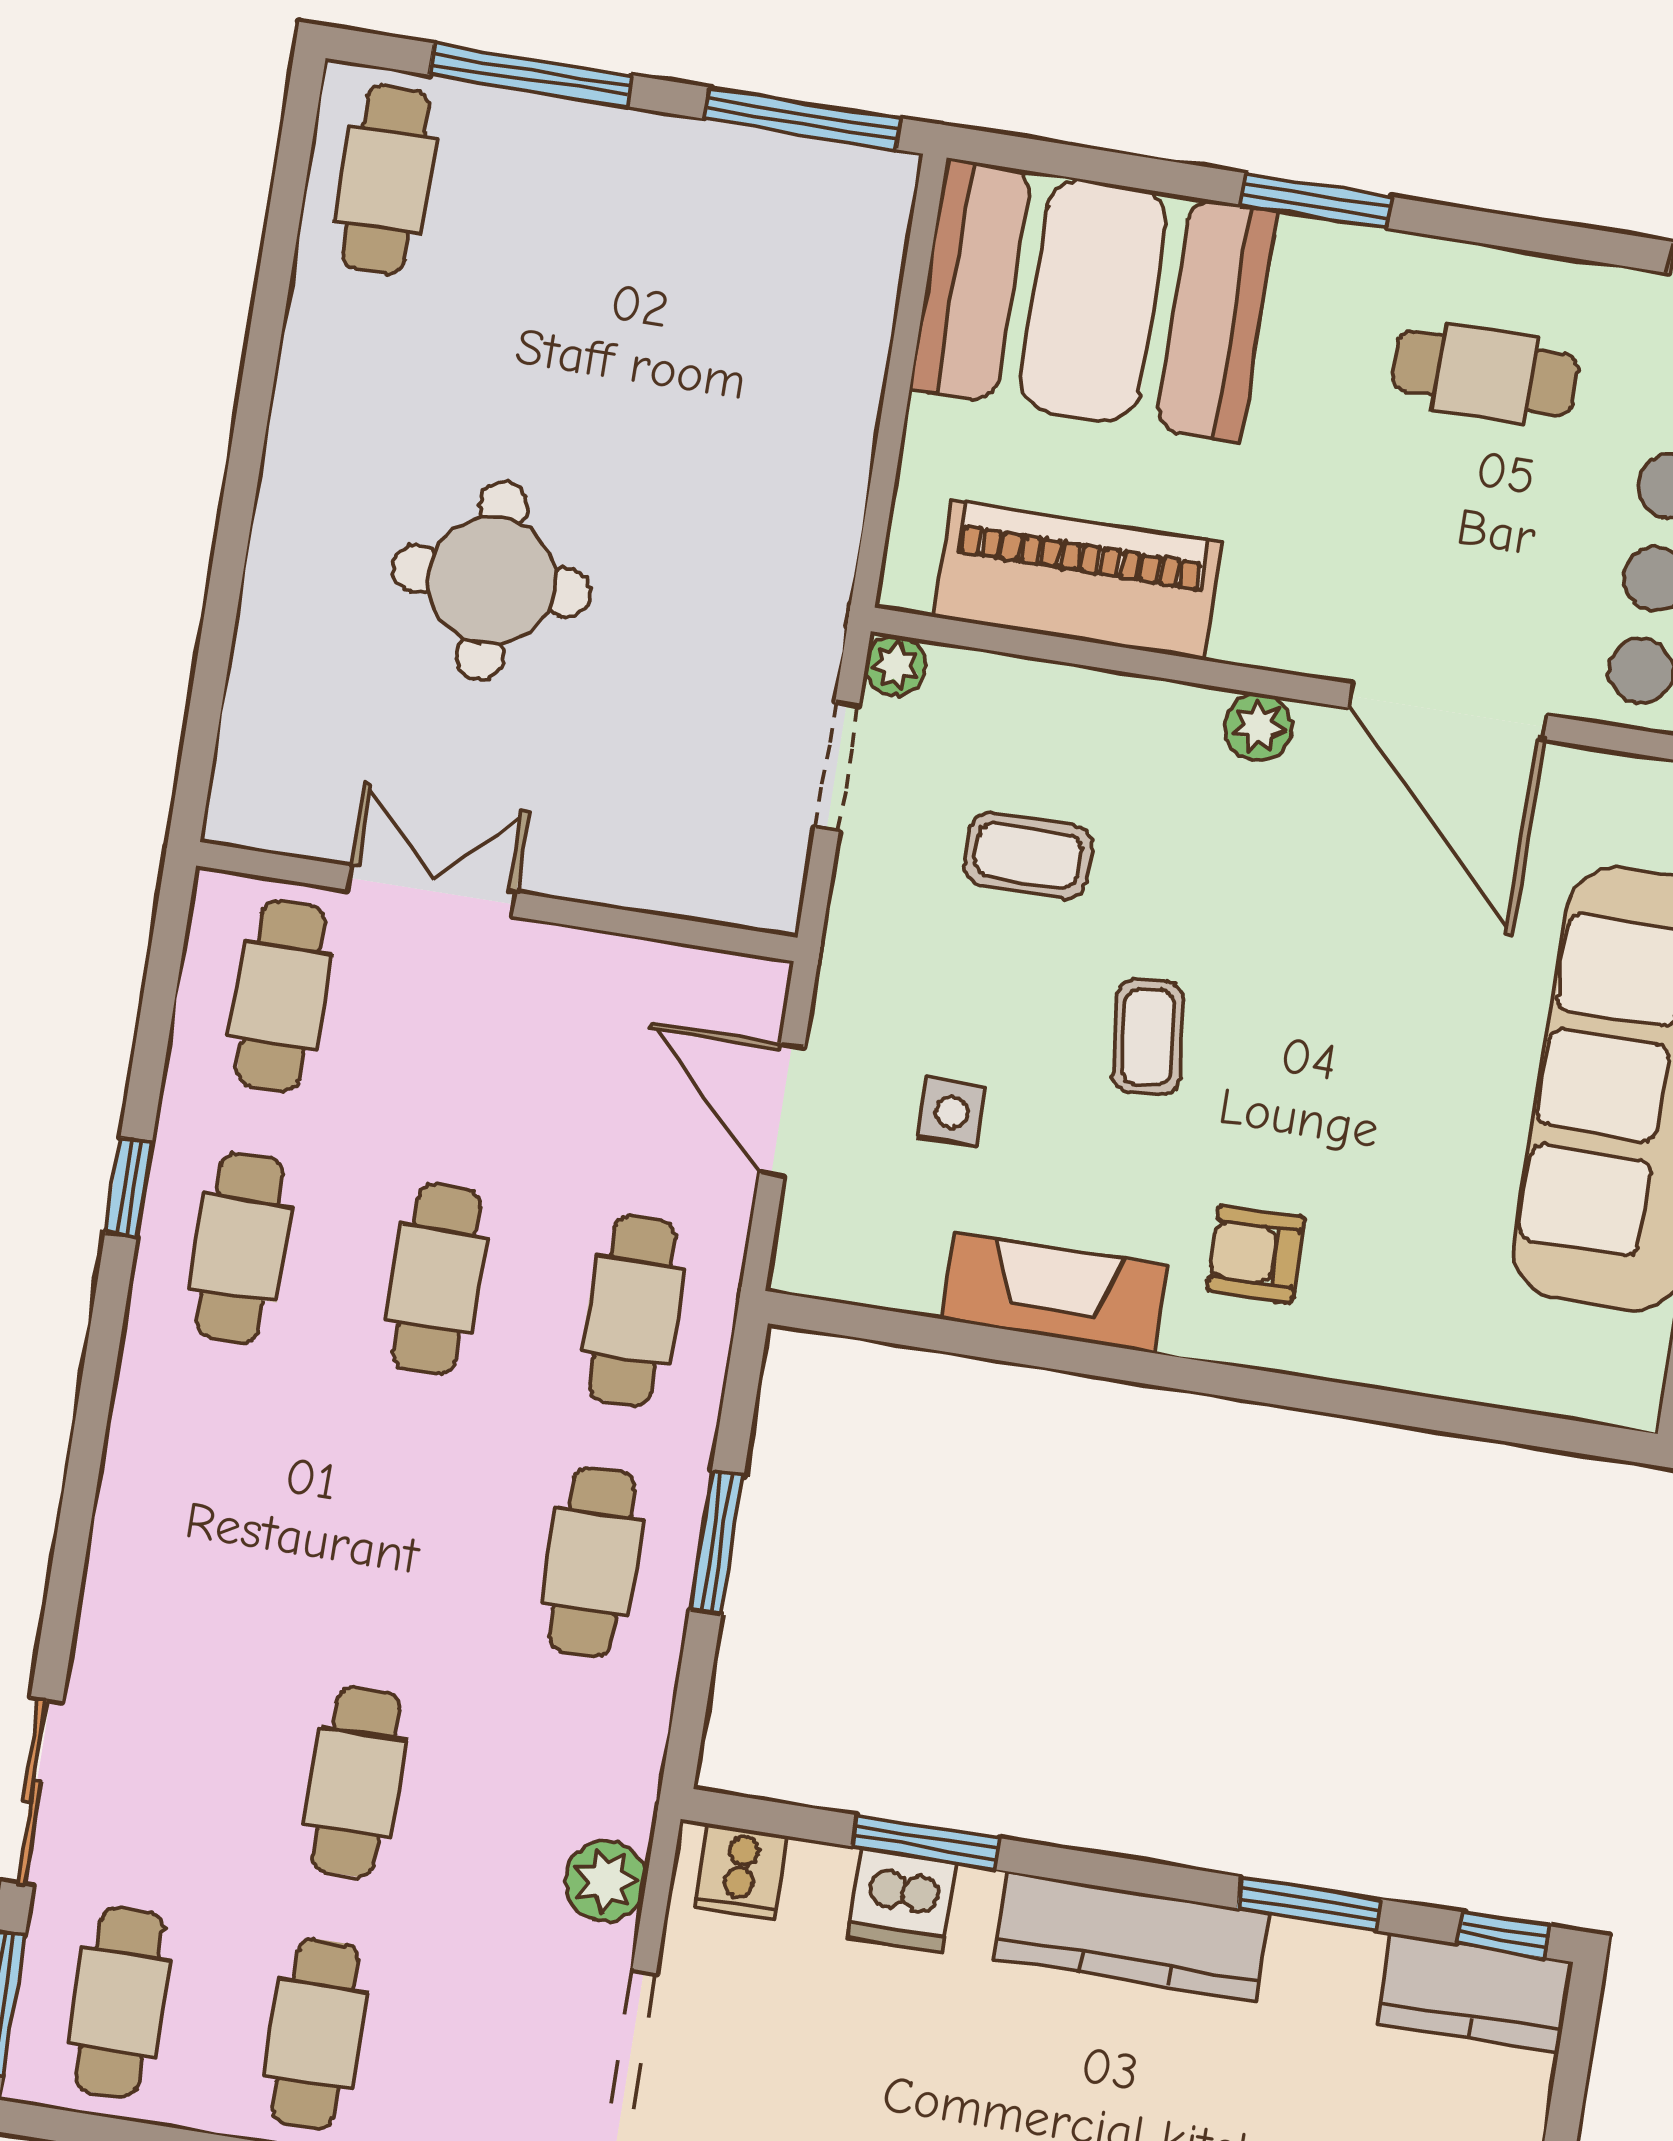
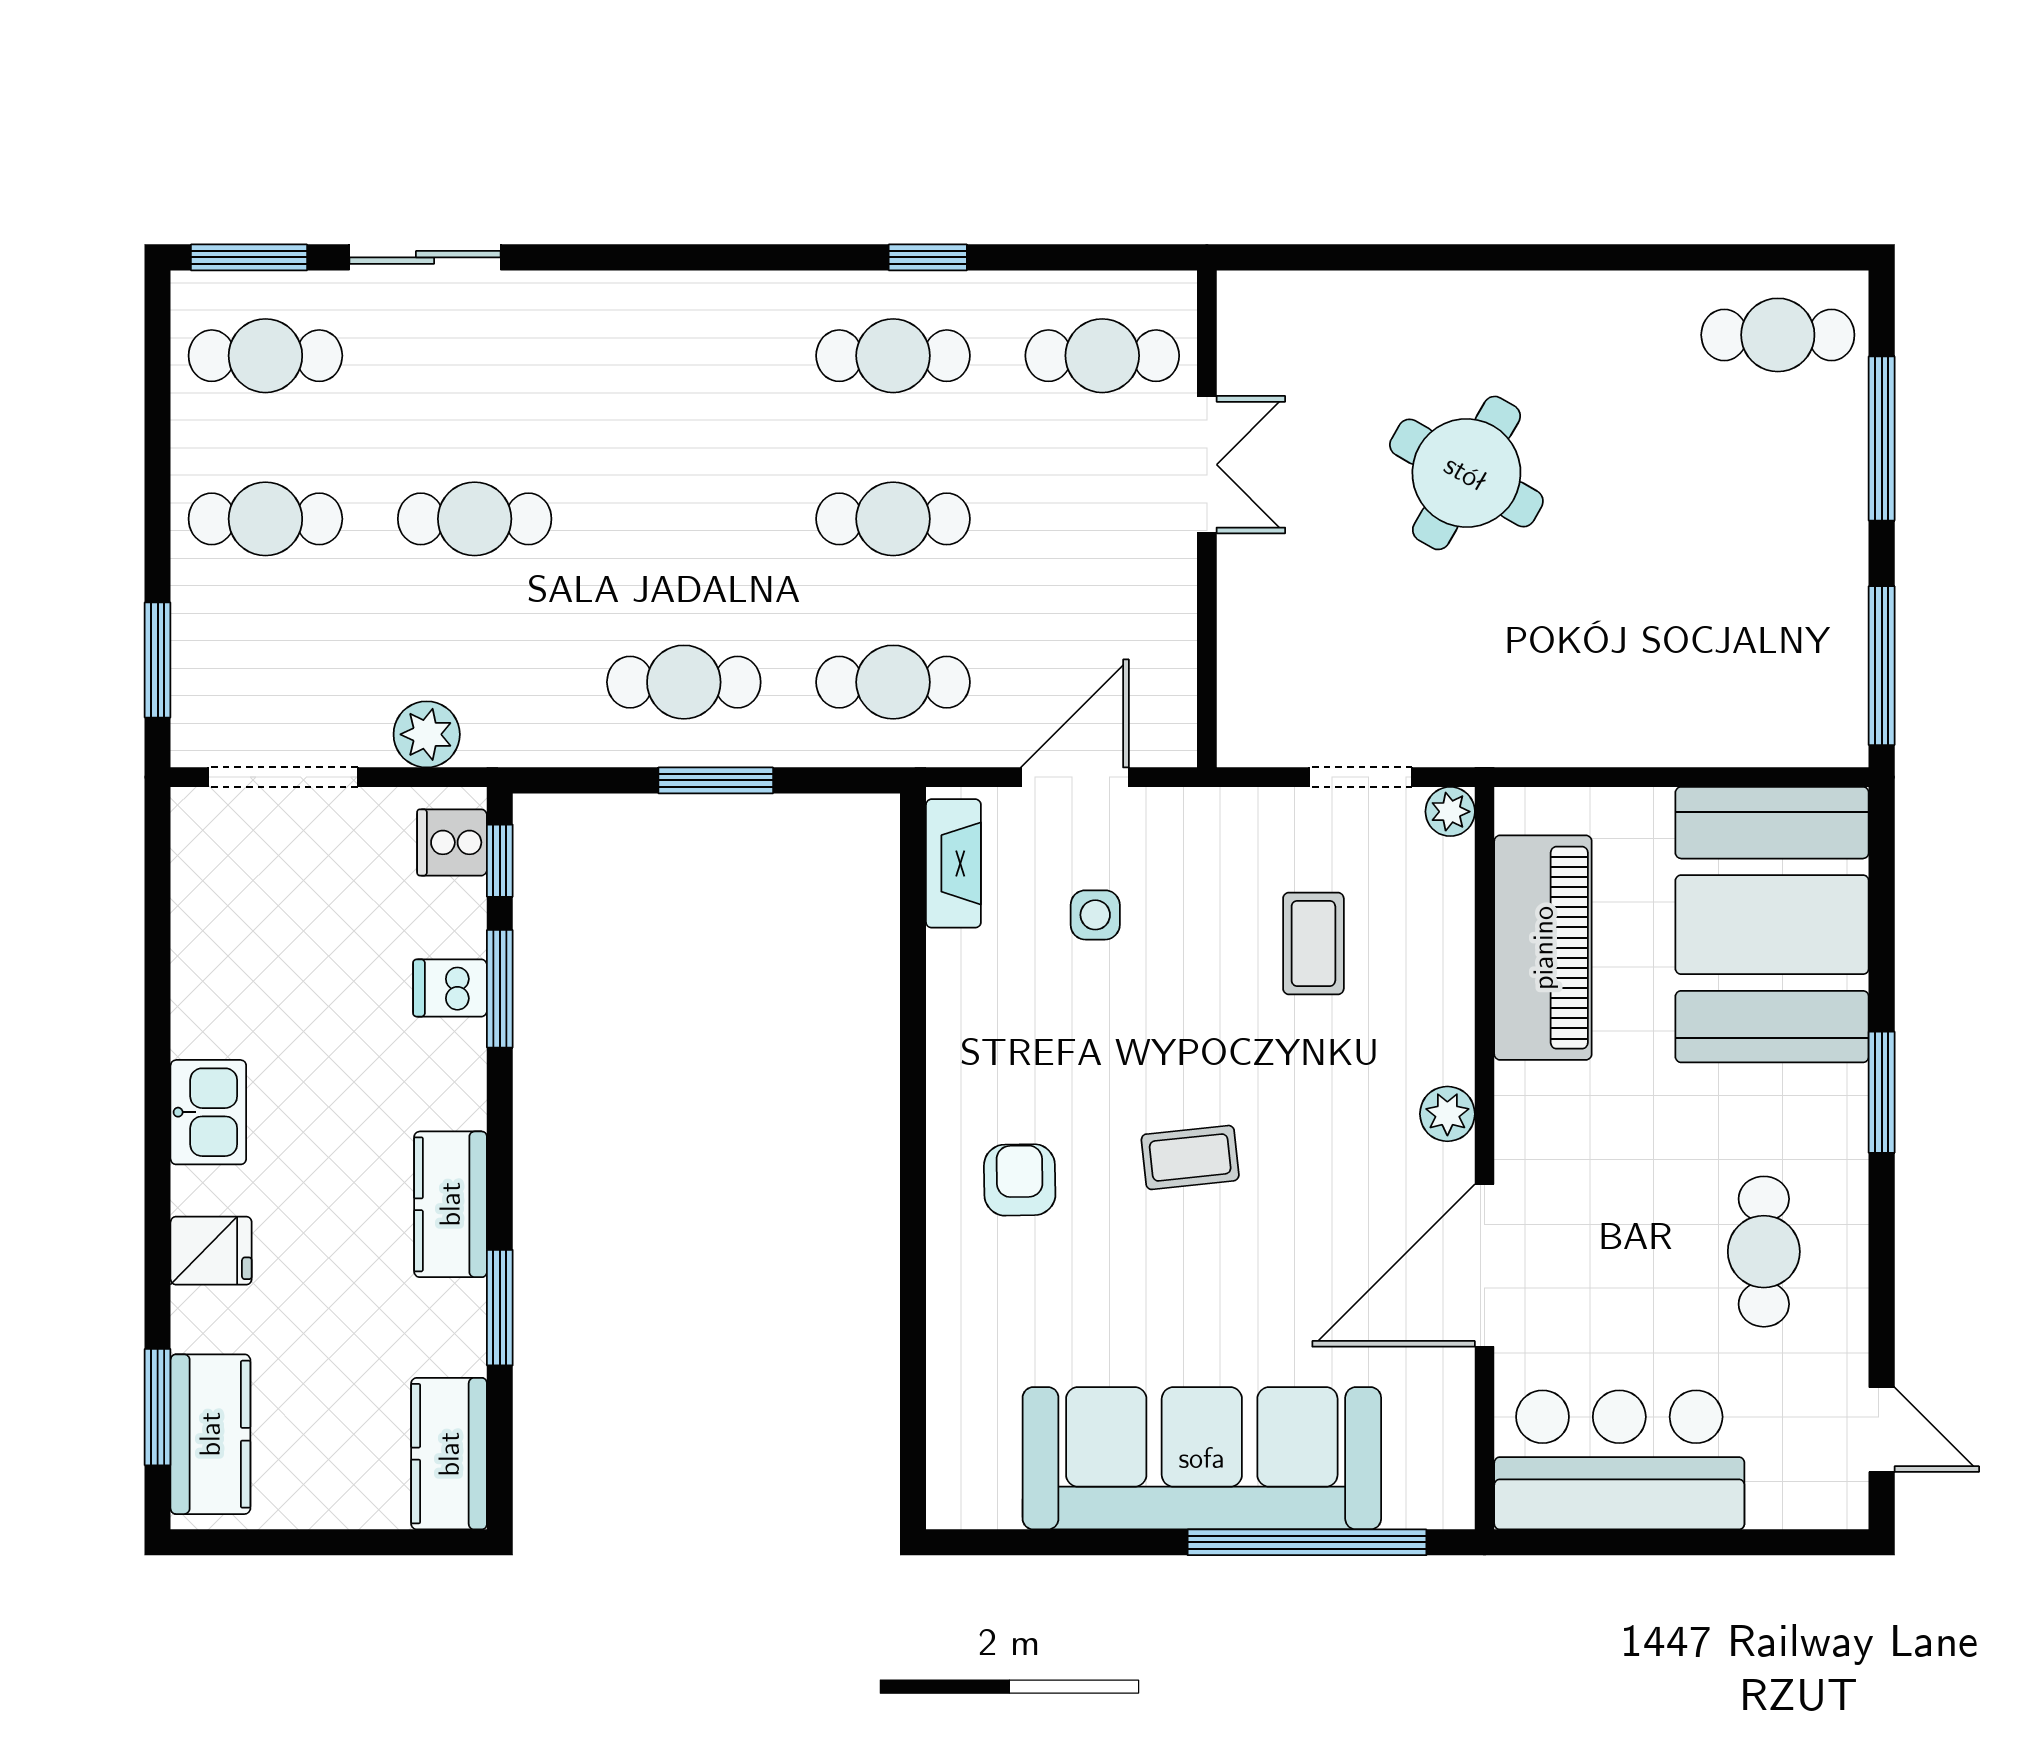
round table: (492, 581) -> (1466, 473), turned 30
coffee table: (1148, 1037) -> (1190, 1157), moved
fireplace: (1054, 1293) -> (953, 863), moved, width x0.73, depth x0.76
dishwasher: (902, 1900) -> (450, 988), width x0.73
window: (1504, 1935) -> (500, 861), moved
kitchen counter: (1132, 1936) -> (450, 1204), width x0.67

